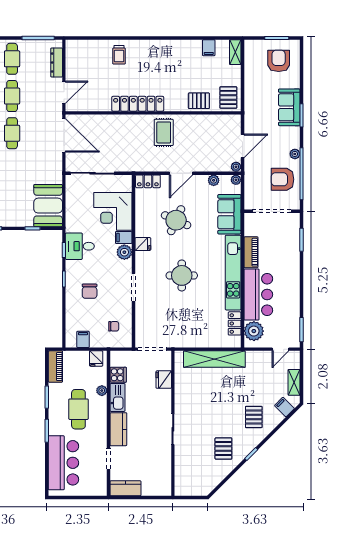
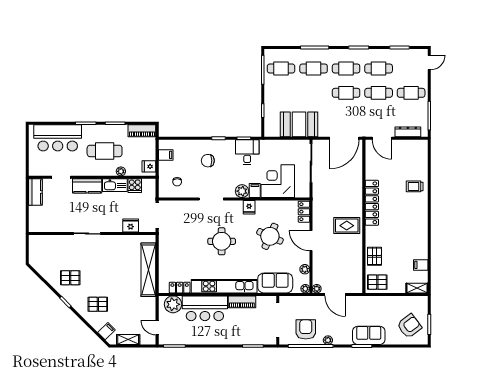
armchair: (279, 61) -> (409, 326), turned -37
booth: (48, 206) -> (299, 124), moved

